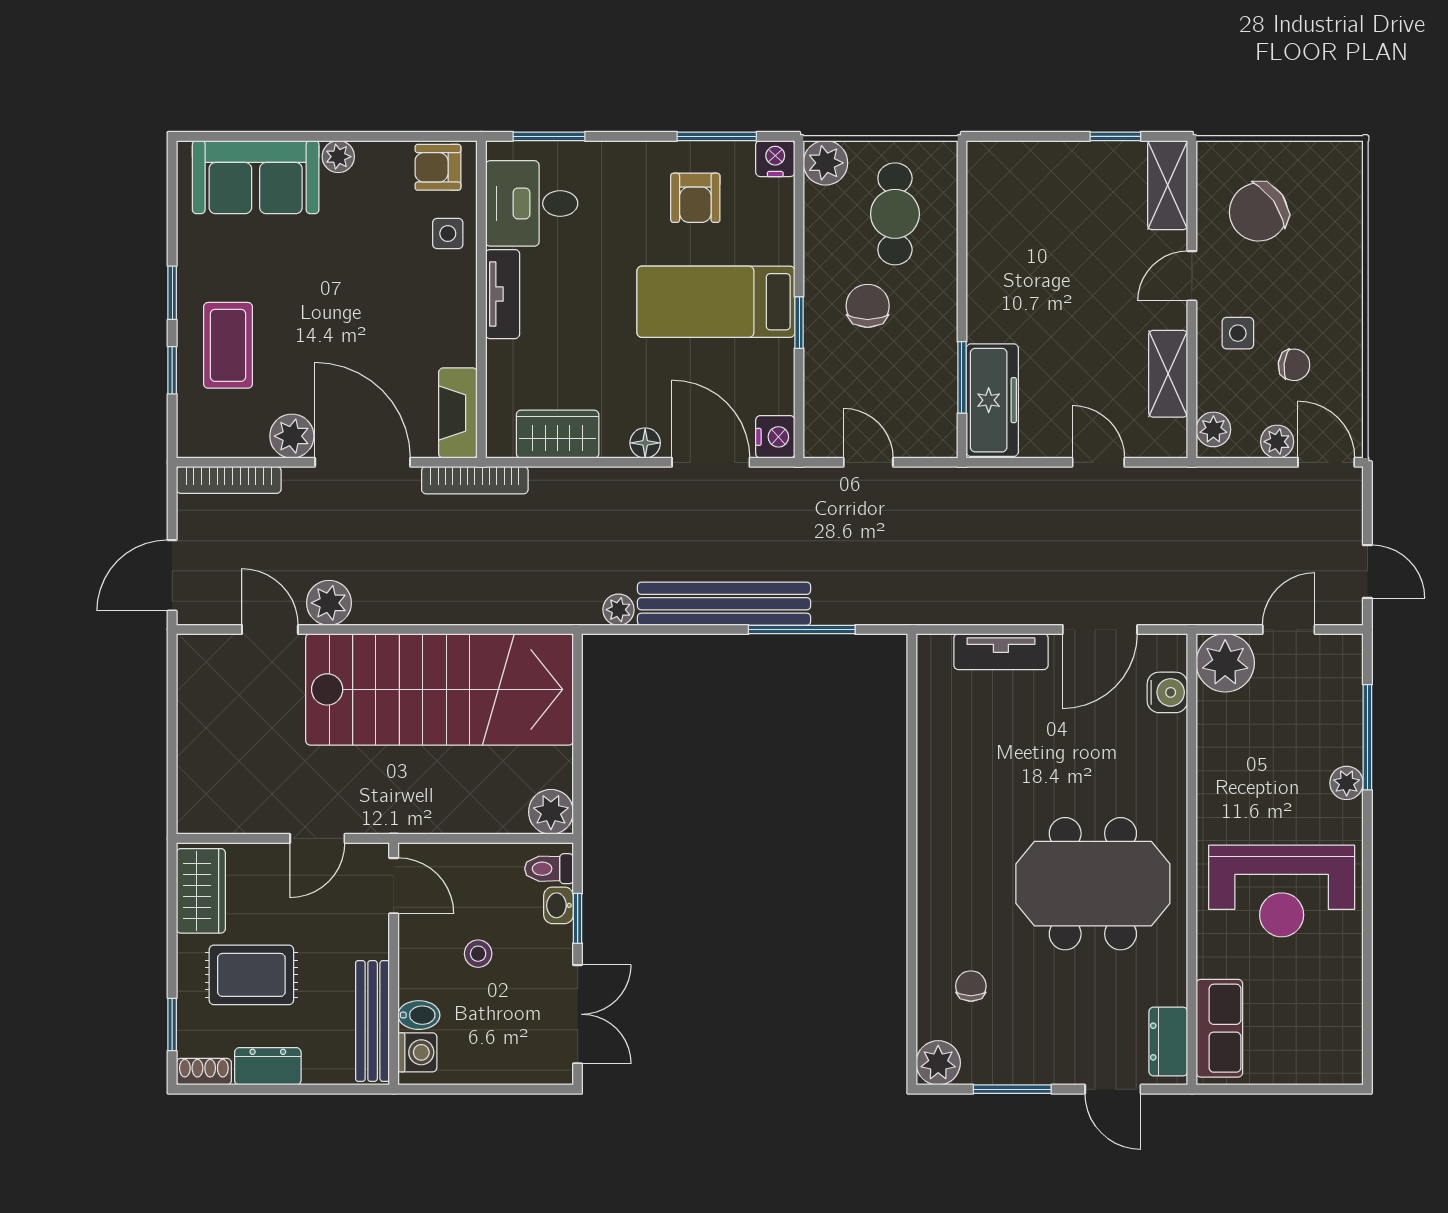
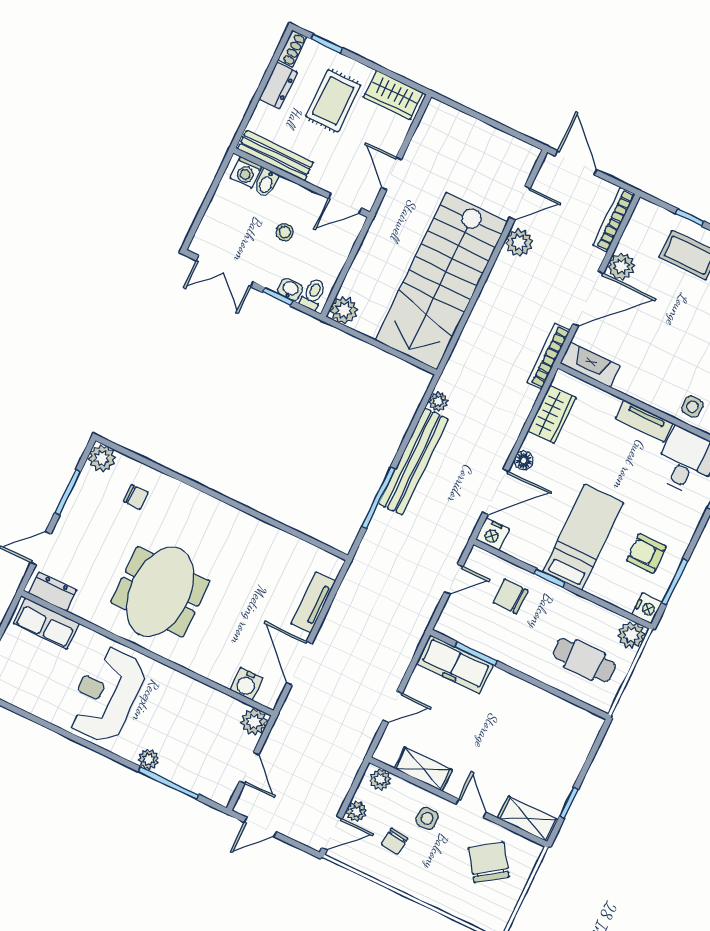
chair: (868, 306) -> (511, 597), moved, turned 180
plant: (1225, 663) -> (254, 722), width x0.73, depth x0.73

